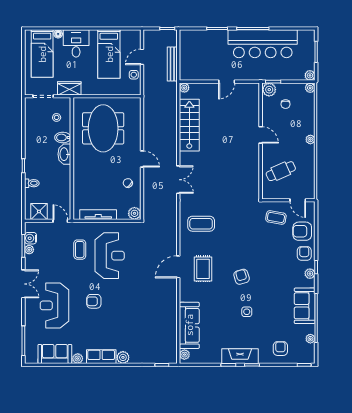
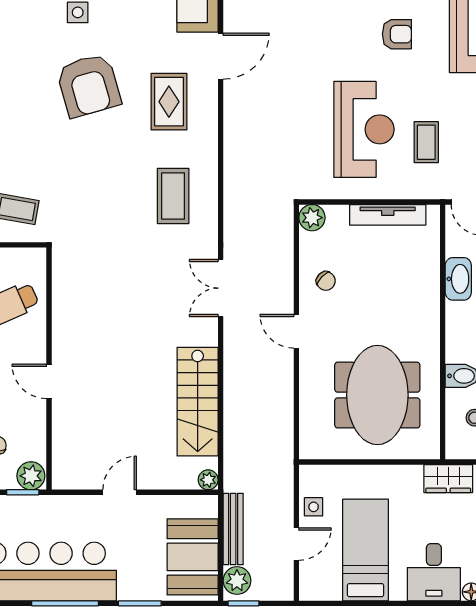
plant: (170, 39) -> (237, 581), added
booth: (192, 51) -> (193, 557), added
washbasin: (64, 154) -> (458, 279), moved
coffee table: (201, 224) -> (173, 196), turned 90
reception desk: (110, 256) -> (364, 129), turned 180
door: (178, 267) -> (221, 56), moved
armchair: (242, 277) -> (89, 85), width x1.88, depth x1.88

